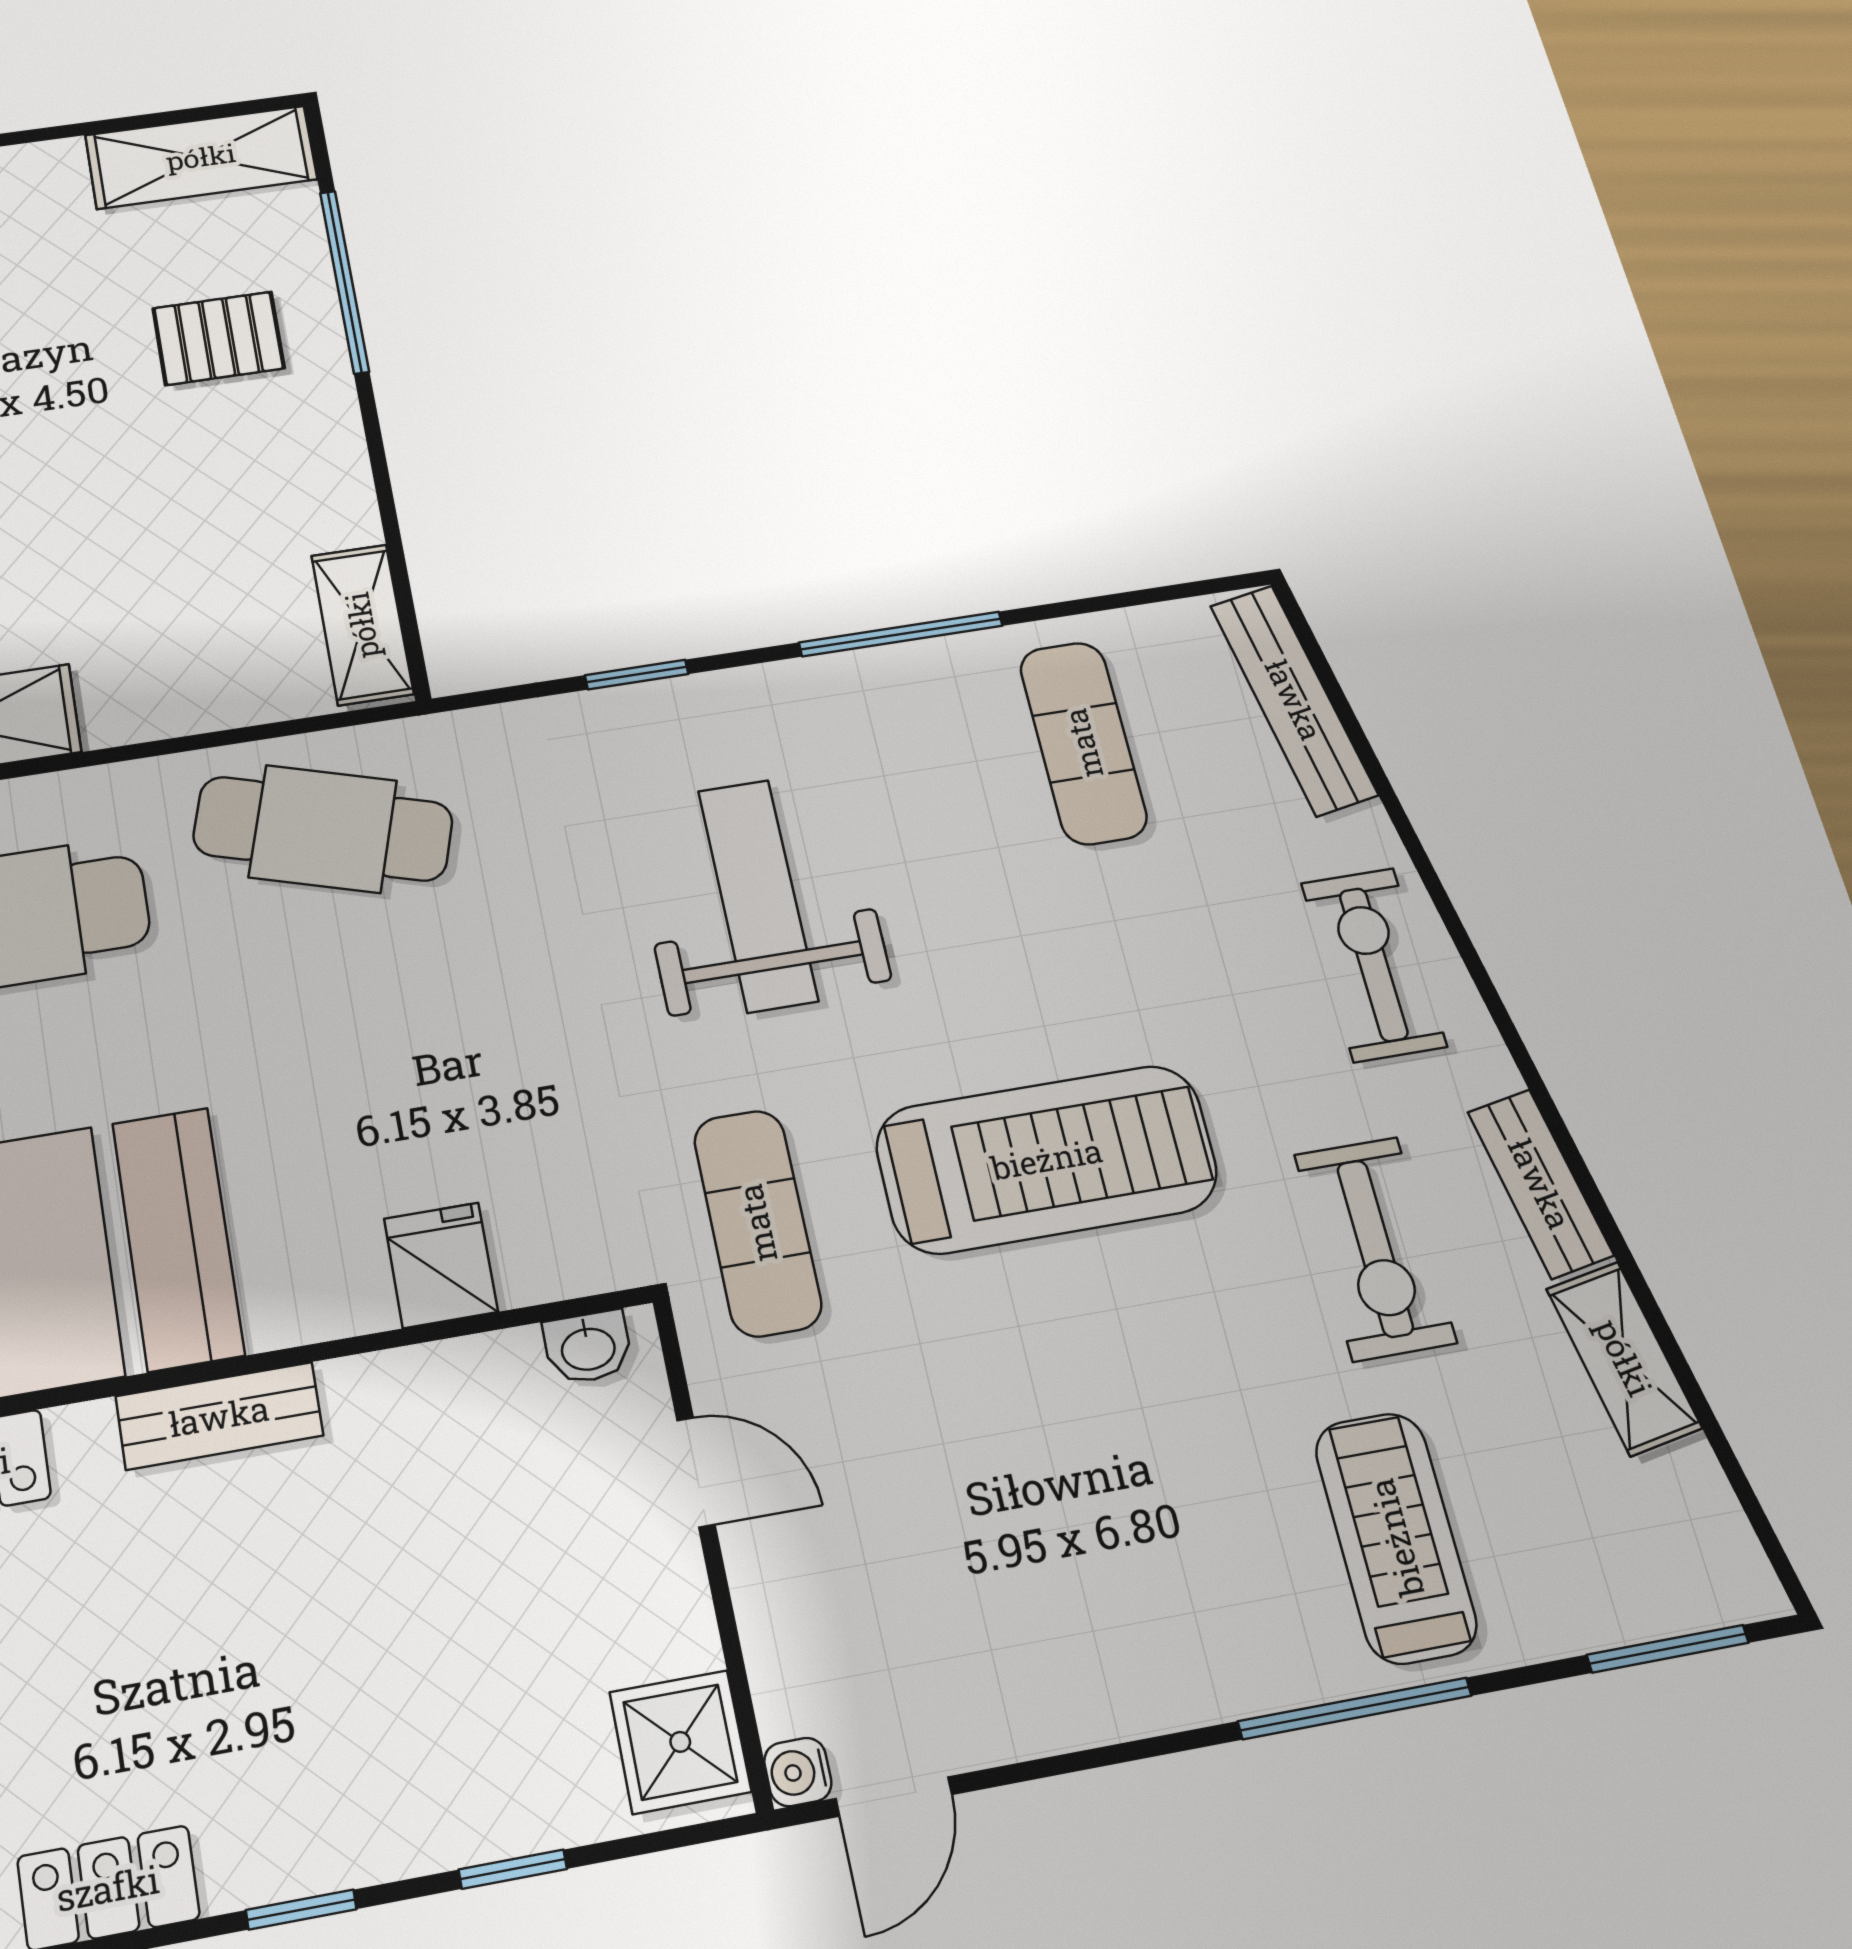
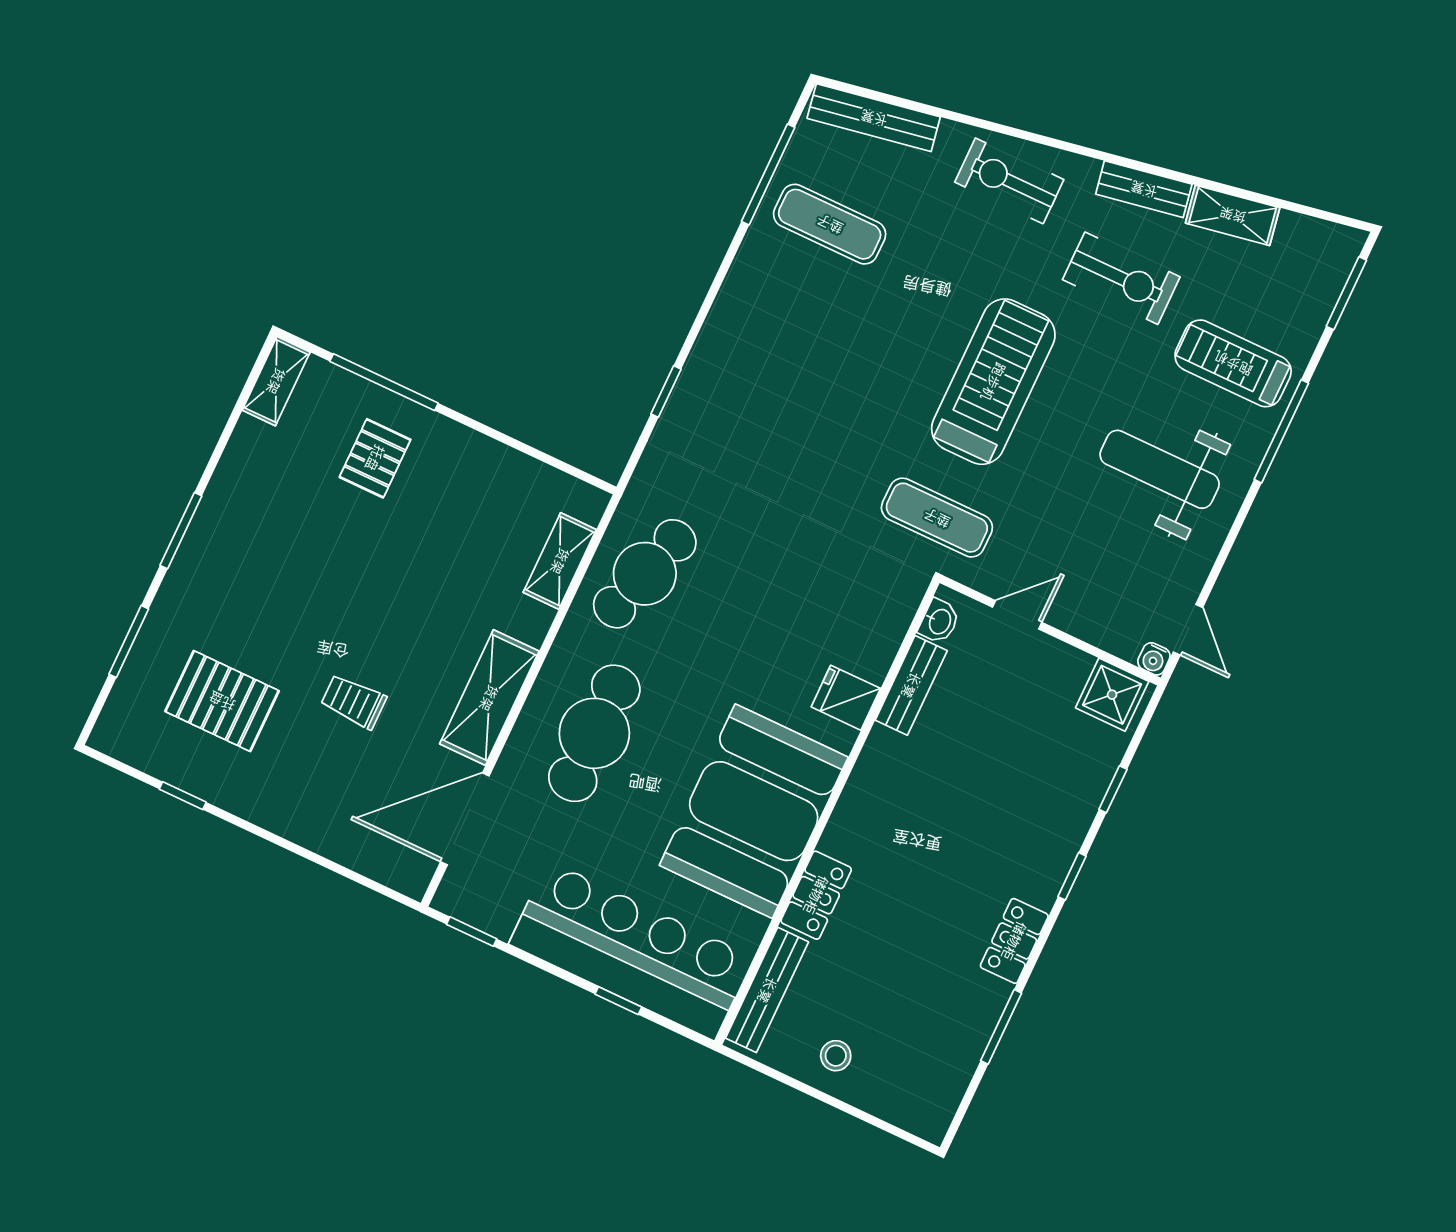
shelving: (201, 157) -> (276, 381), width x0.67, depth x0.75
shelving: (362, 625) -> (560, 561), moved, turned 90
window: (901, 634) -> (768, 174), moved
weight bench: (758, 895) -> (1160, 469), moved
fridge: (441, 1265) -> (846, 698), moved
bench: (219, 1416) -> (911, 685), moved

